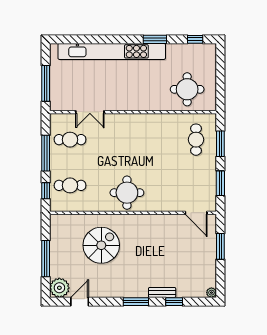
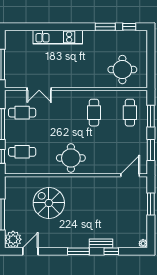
window: (155, 39) -> (105, 27), moved
kitchen unit: (112, 51) -> (58, 37), width x0.54
cafe table: (154, 140) -> (94, 113), added
door: (196, 213) -> (130, 175), swing flipped
spiral stairs: (101, 245) -> (49, 203), turned -90

